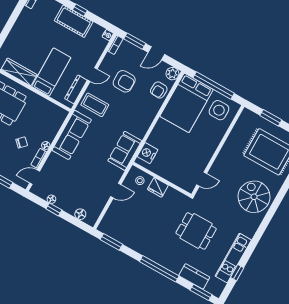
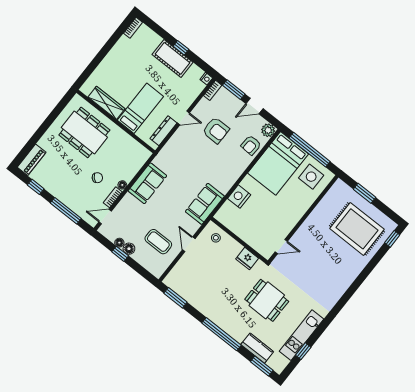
coffee table: (95, 105) -> (158, 242), moved
sofa: (72, 135) -> (147, 183), width x0.73
nightstand: (147, 153) -> (239, 197), moved
fridge: (158, 187) -> (247, 259), moved
door: (116, 191) -> (189, 244), swing flipped
spiral stairs: (254, 197) -> (334, 274), removed
floor lamp: (80, 214) -> (129, 249), moved

